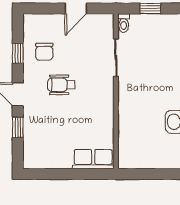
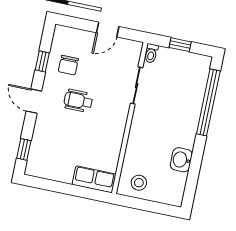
window: (18, 127) -> (24, 149), moved
stool: (138, 153) -> (139, 183), added

